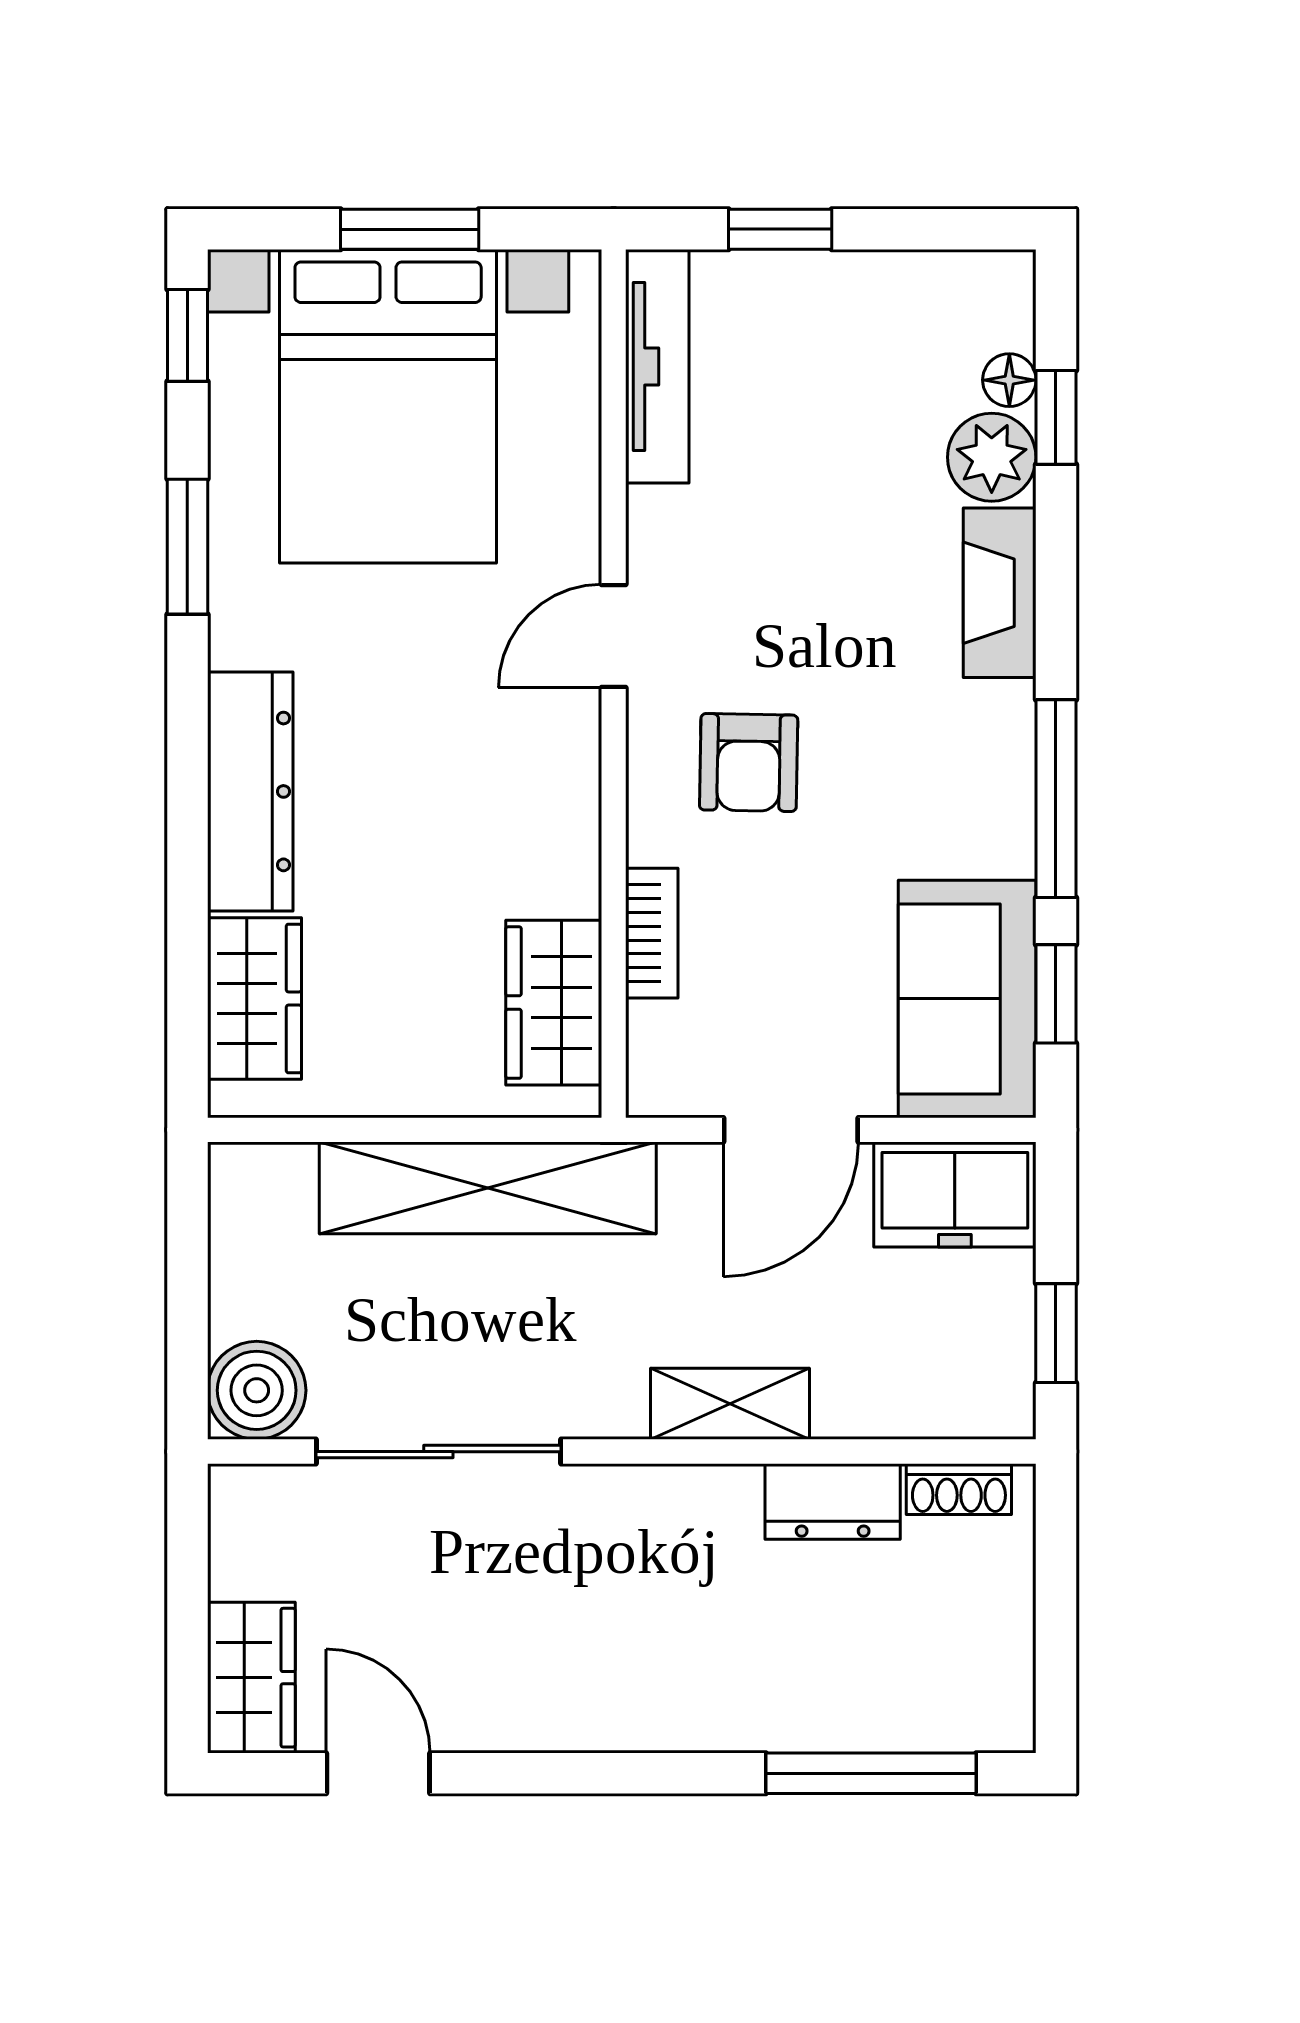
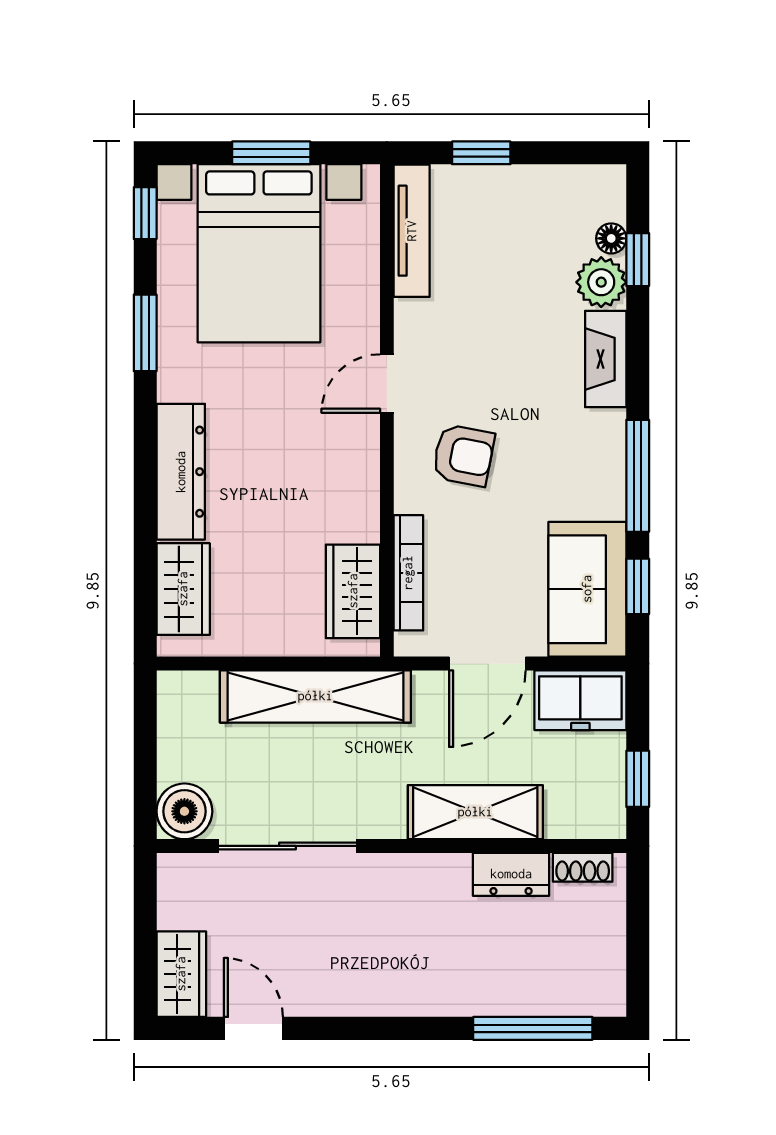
armchair: (749, 763) -> (463, 455), turned -80
bookcase: (652, 933) -> (408, 573), width x1.56
shelving: (730, 1404) -> (475, 812), width x1.50, depth x1.33

